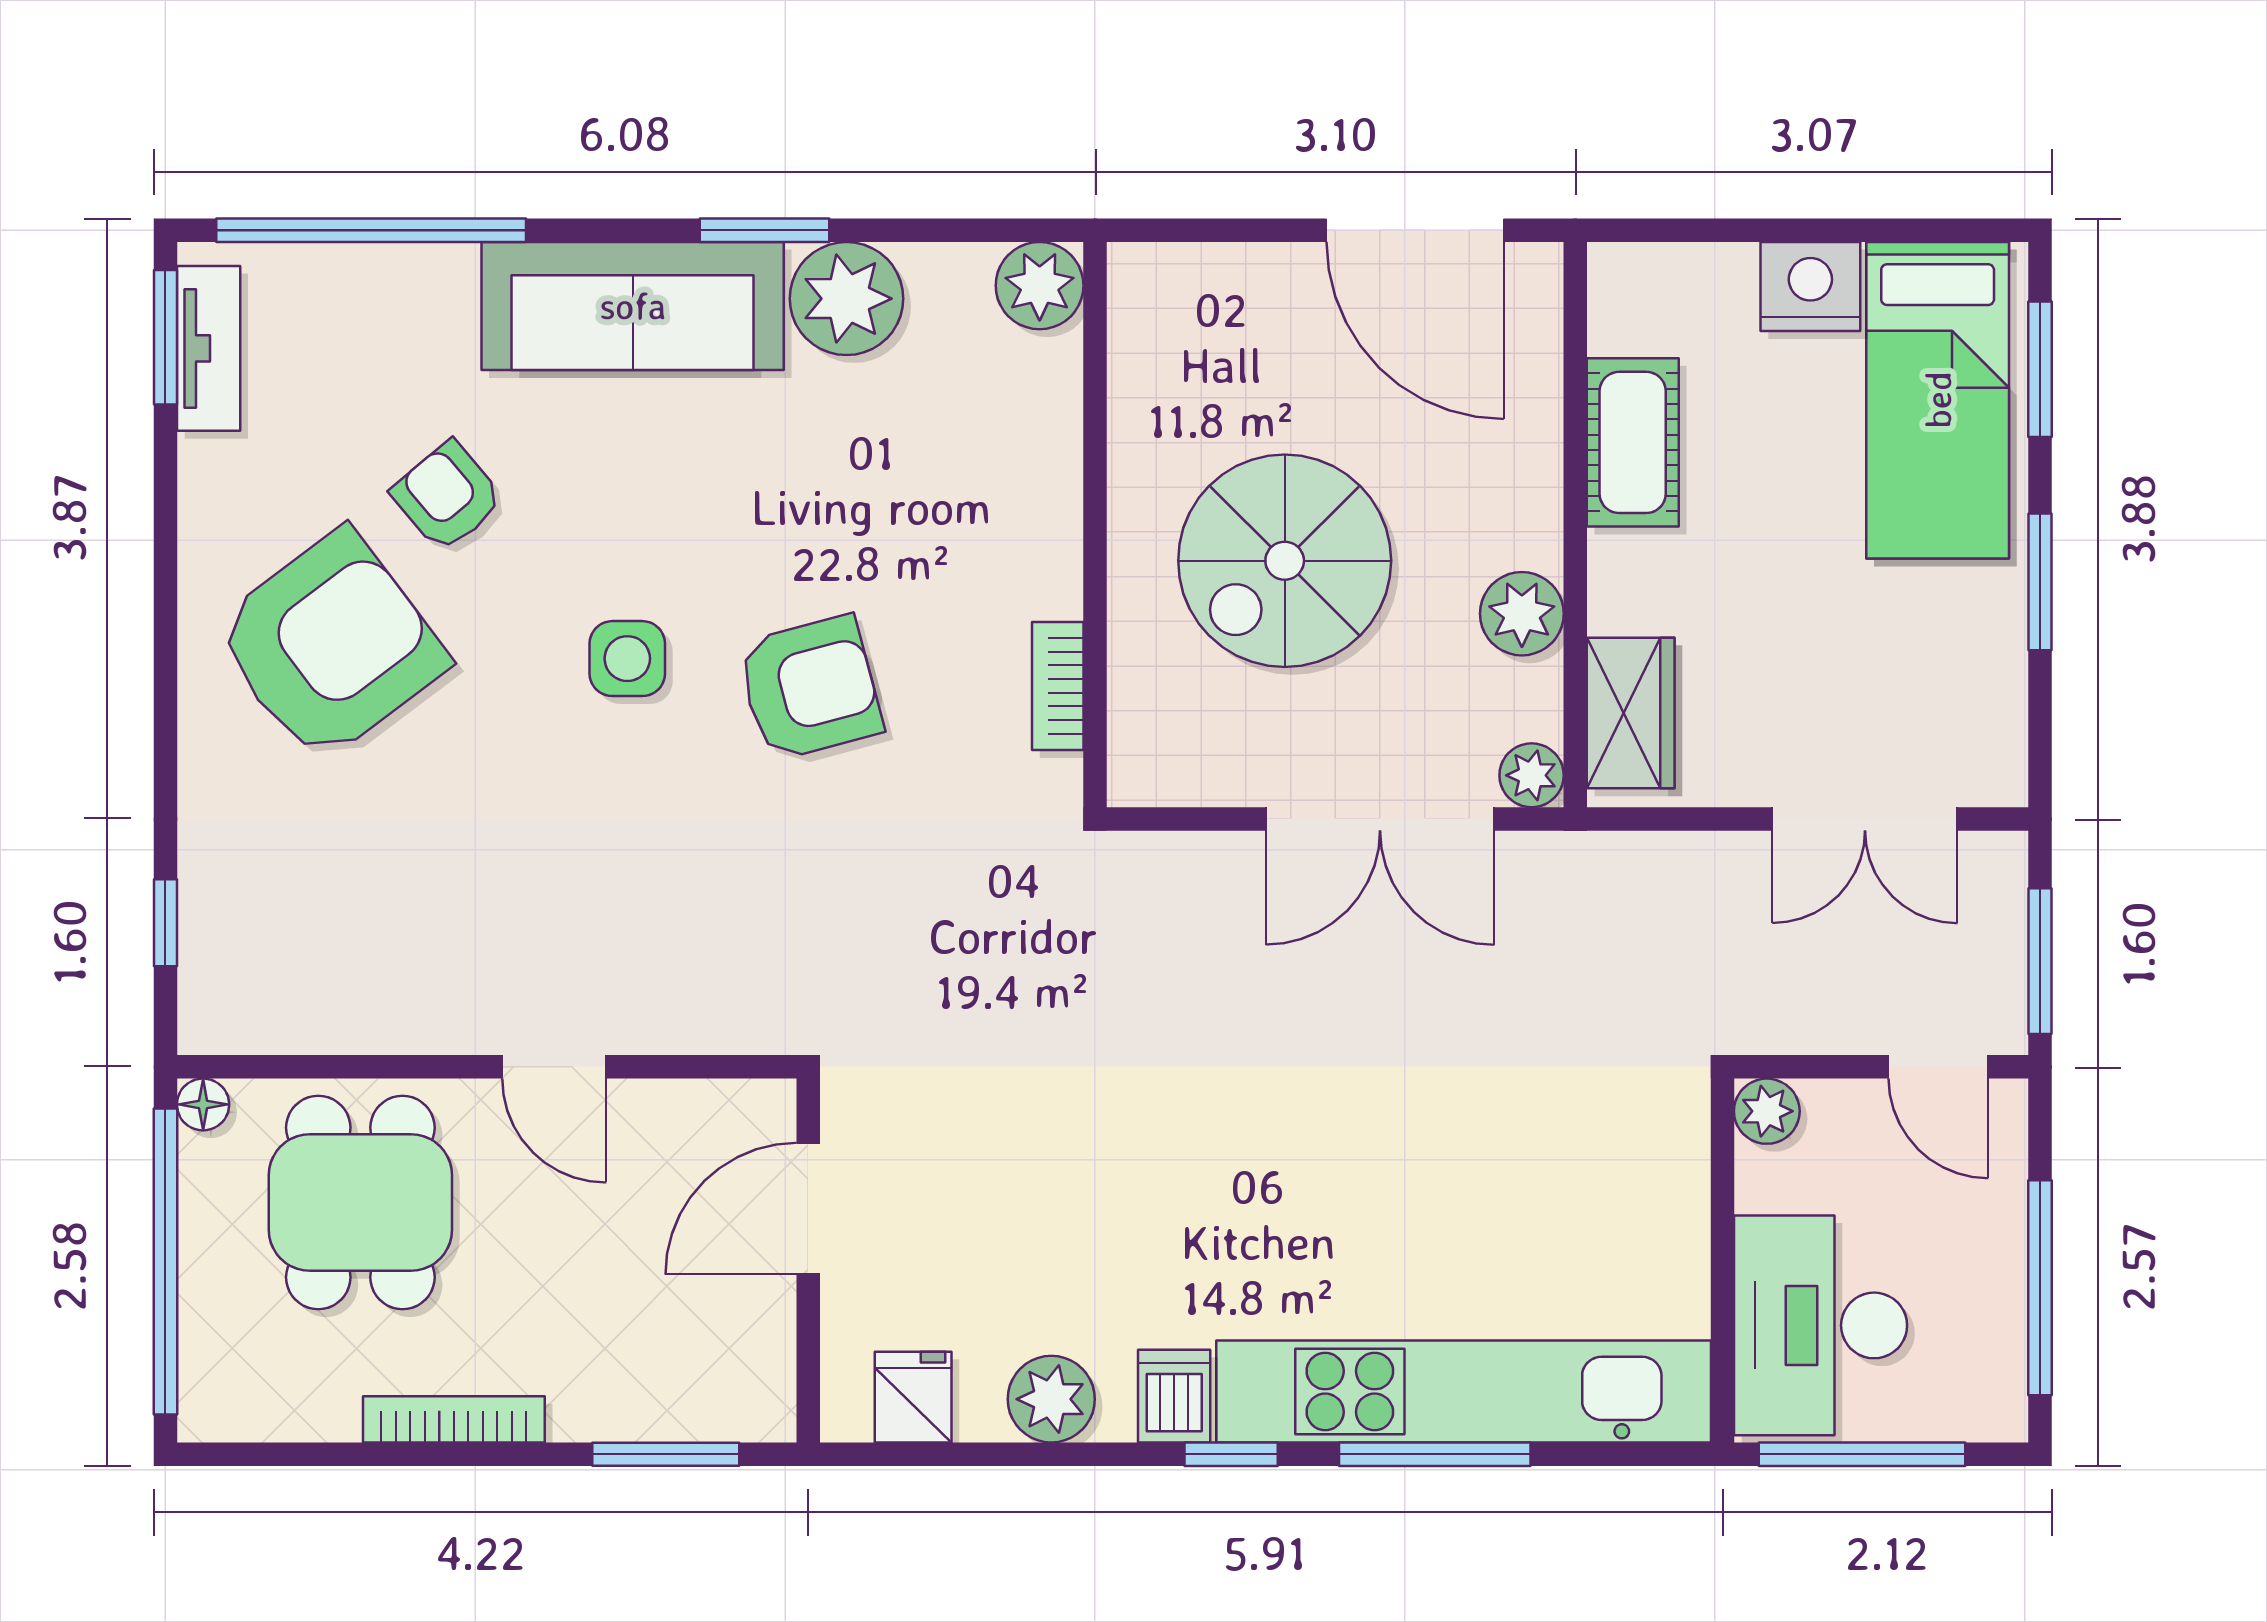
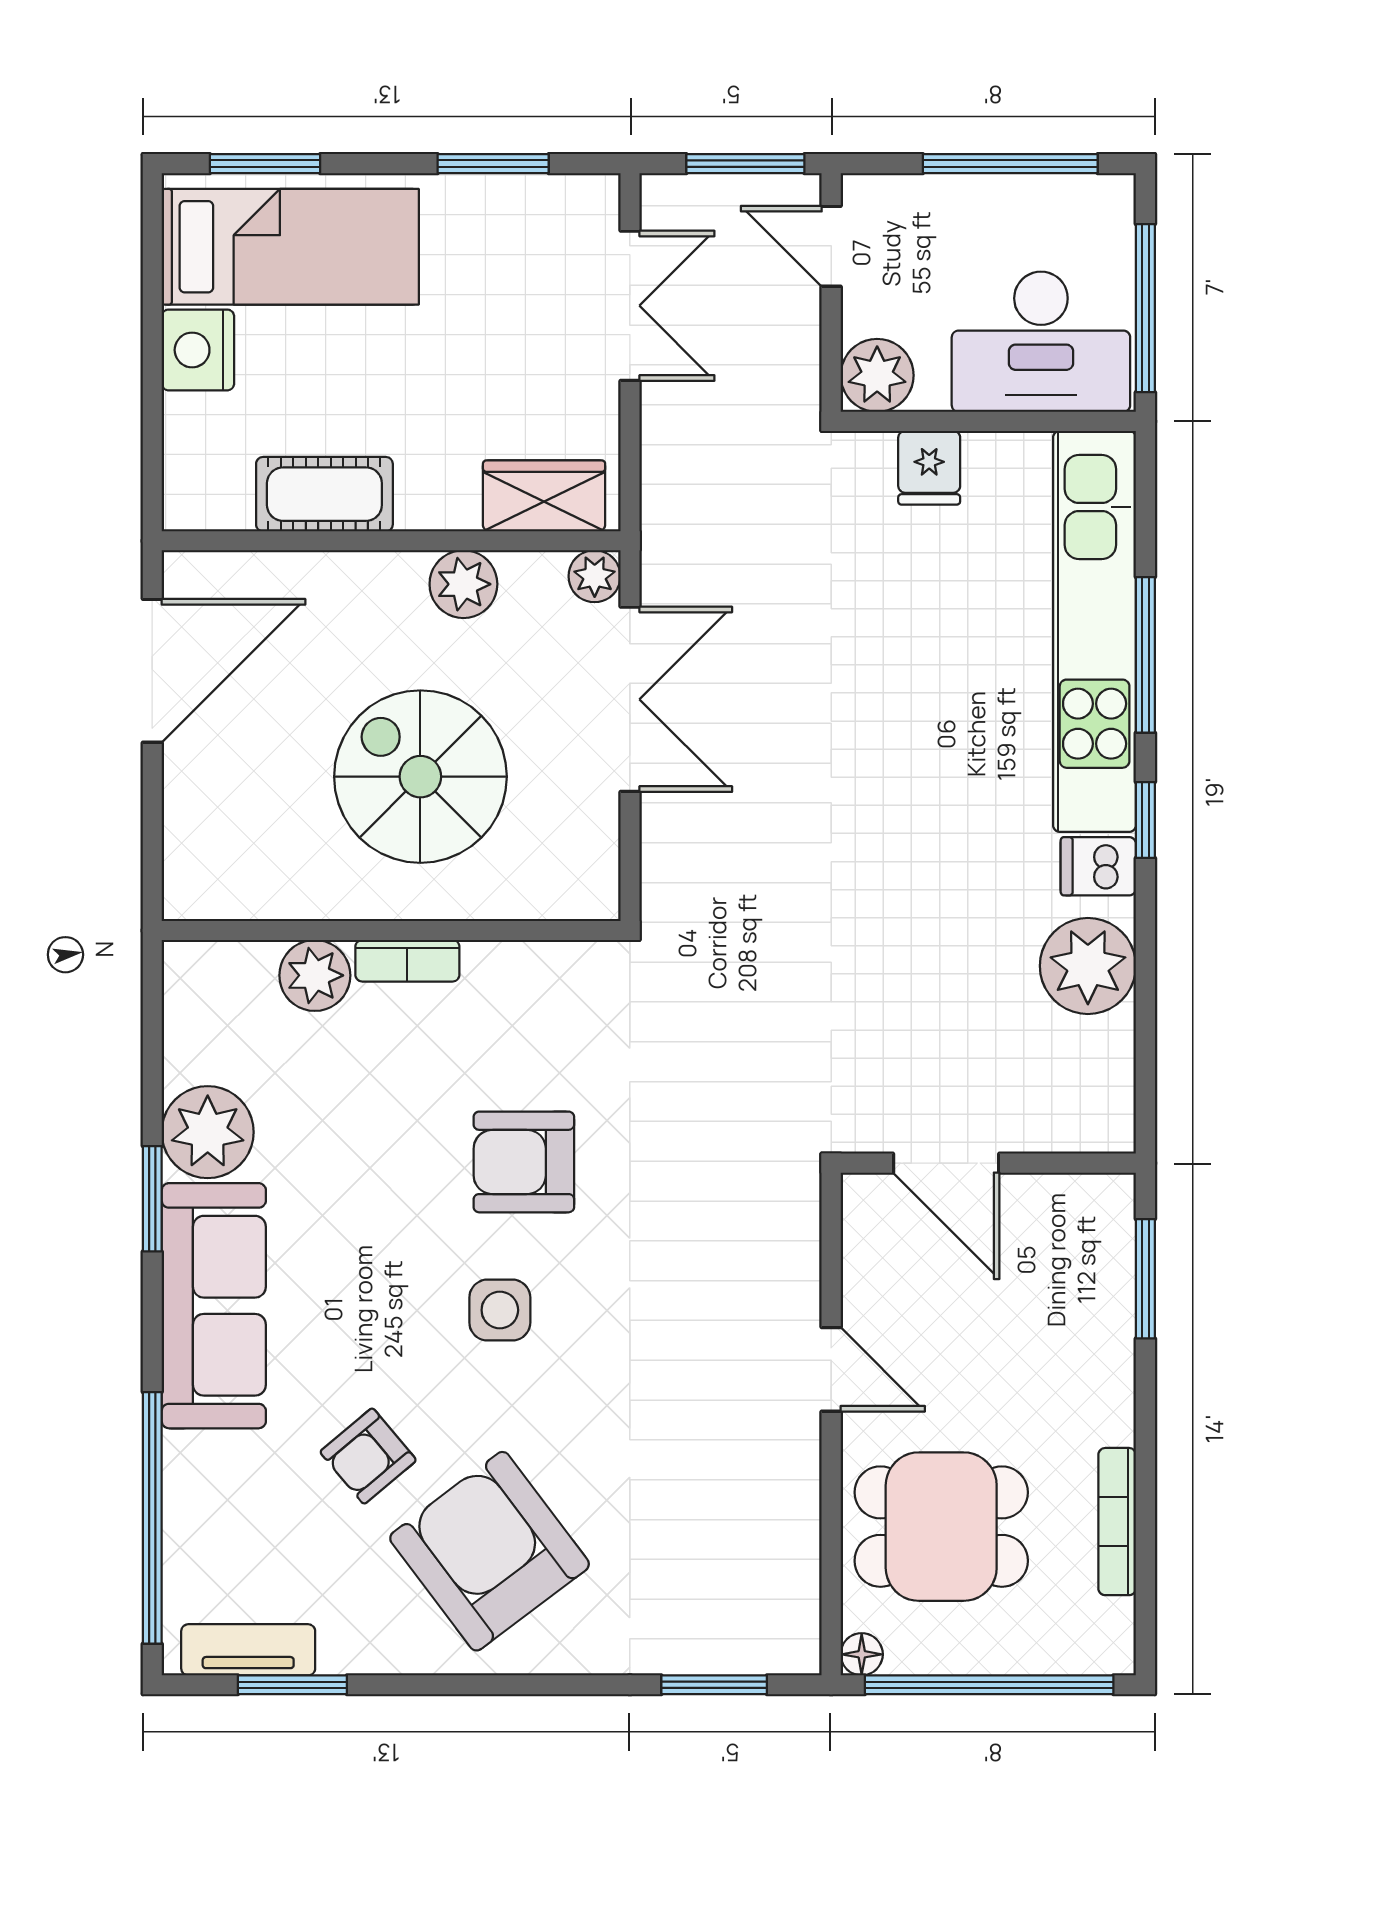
plant: (1040, 286) -> (315, 975), moved
window: (165, 337) -> (292, 1685), moved
spiral stairs: (1285, 561) -> (420, 777), turned 180
window: (2040, 582) -> (493, 164), moved
bookcase: (1058, 686) -> (407, 961), moved
armchair: (810, 688) -> (524, 1162), turned -75
window: (165, 923) -> (714, 1685), width x1.50
door: (554, 1067) -> (831, 1369), hinge flipped
door: (1938, 1067) -> (831, 246), swing flipped
plant: (1767, 1111) -> (877, 375), width x1.38, depth x1.38
fridge: (913, 1397) -> (929, 468), moved, turned -90
plant: (1051, 1399) -> (1088, 966), width x1.36, depth x1.36
bookcase: (454, 1419) -> (1117, 1522), moved

